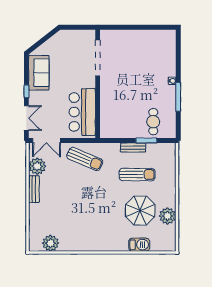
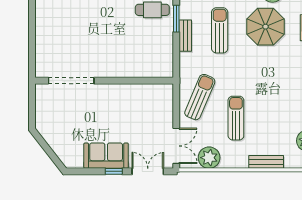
sofa: (39, 73) -> (106, 156), moved
bar counter: (82, 112) -> (140, 100), removed
sun lounger: (68, 187) -> (236, 118), added
bench: (34, 189) -> (266, 162), moved

